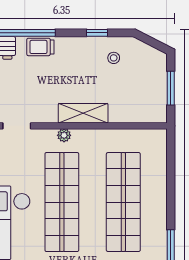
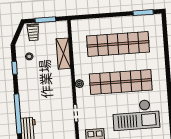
trolley: (40, 47) -> (33, 32), moved
shelving: (83, 113) -> (63, 54), moved

